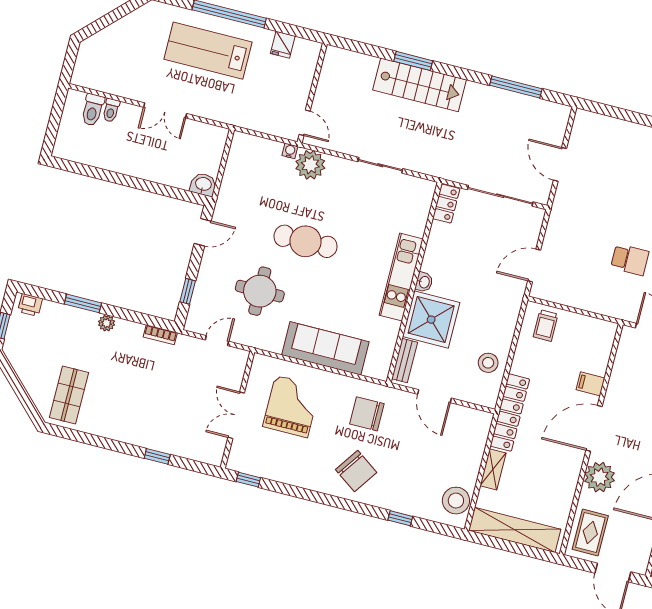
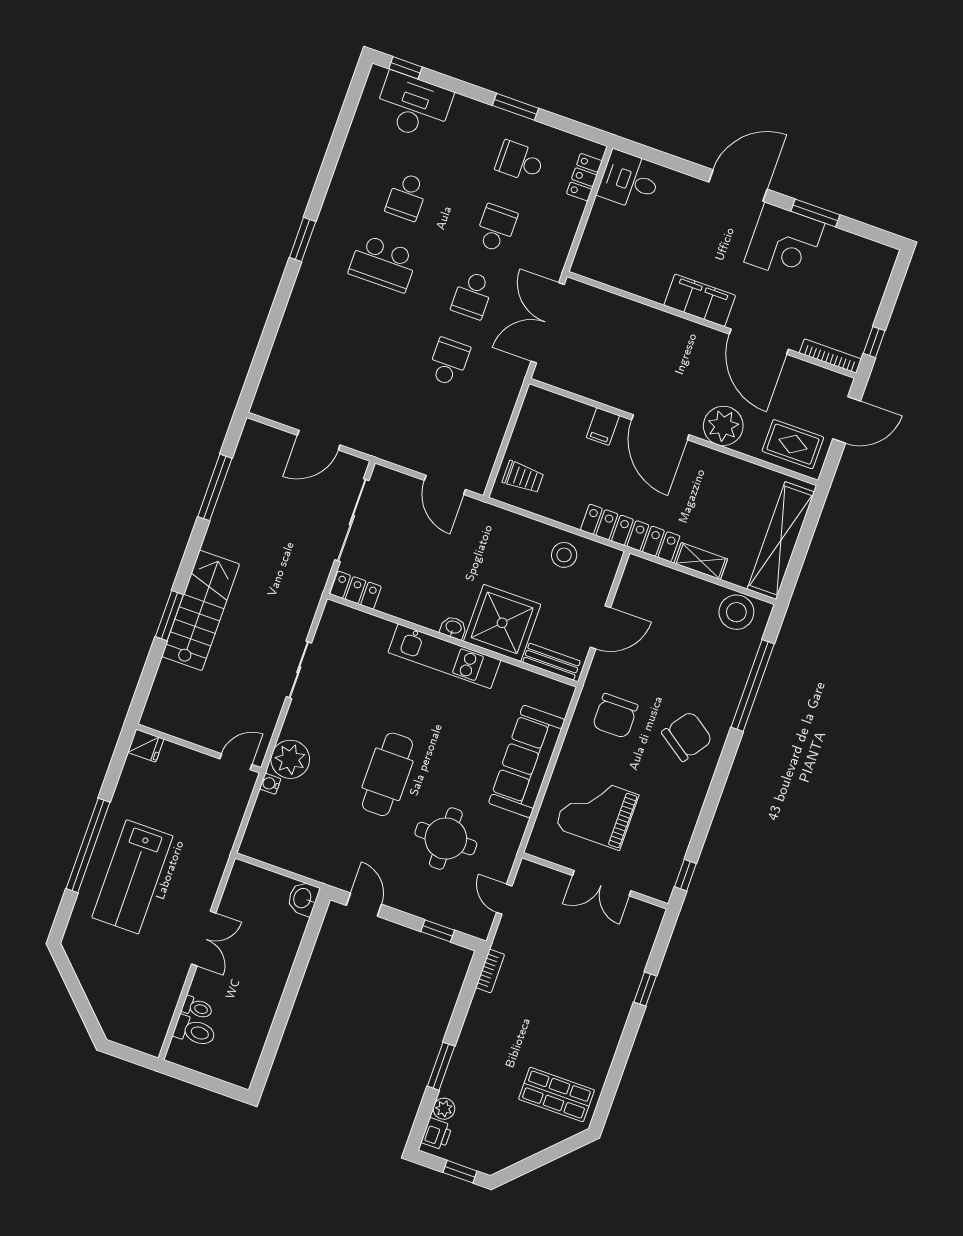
fridge: (283, 45) -> (146, 746), moved
plant: (107, 323) -> (444, 1109), moved
window: (400, 518) -> (753, 685), width x3.17

